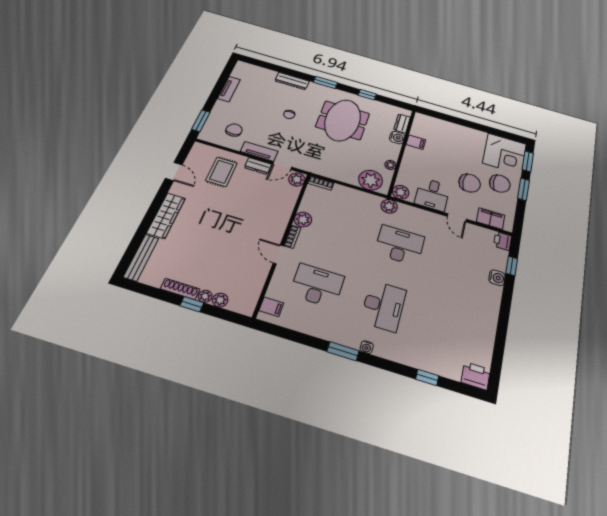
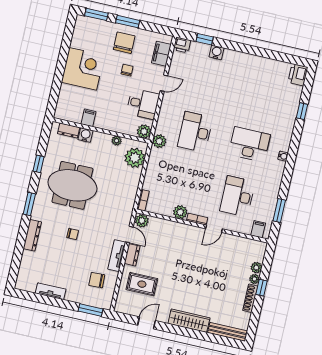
corner desk: (505, 154) -> (83, 69), moved
chair: (470, 183) -> (127, 70), width x0.54, depth x0.54
window: (343, 351) -> (279, 210), moved

